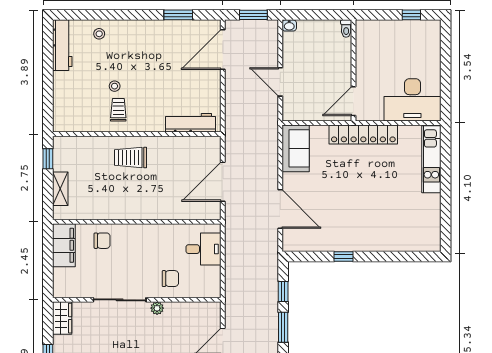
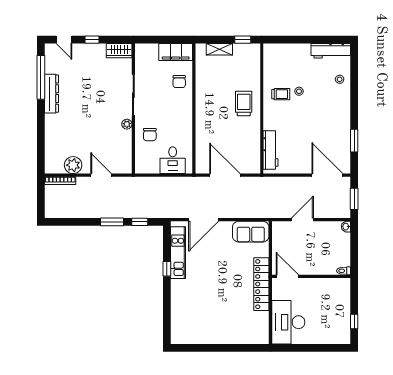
kitchen unit: (431, 159) -> (178, 253), moved, turned 90

